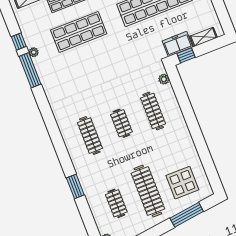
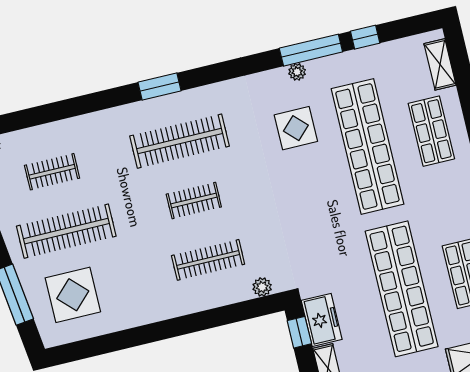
shop shelf: (79, 32) -> (367, 146), width x1.40
plant: (34, 52) -> (297, 72), moved
display table: (74, 73) -> (296, 128), added
clothes rail: (90, 136) -> (180, 141), width x1.37, depth x1.31
window: (75, 186) -> (160, 86), moved

